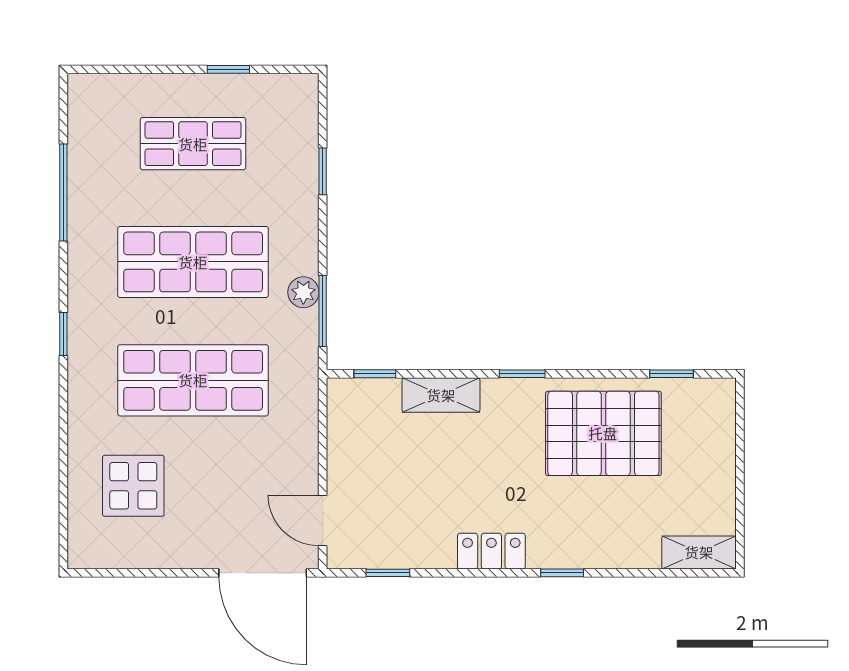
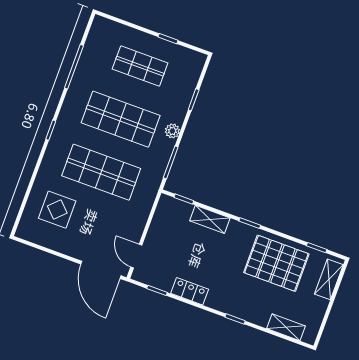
plant: (303, 292) -> (172, 131), moved
shelving: (718, 427) -> (329, 279), added
locker: (491, 551) -> (190, 291), moved
shelving: (699, 552) -> (286, 327), moved

